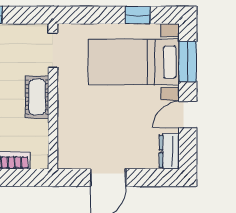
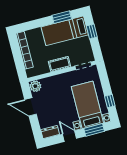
plant: (69, 157) -> (35, 86), added

